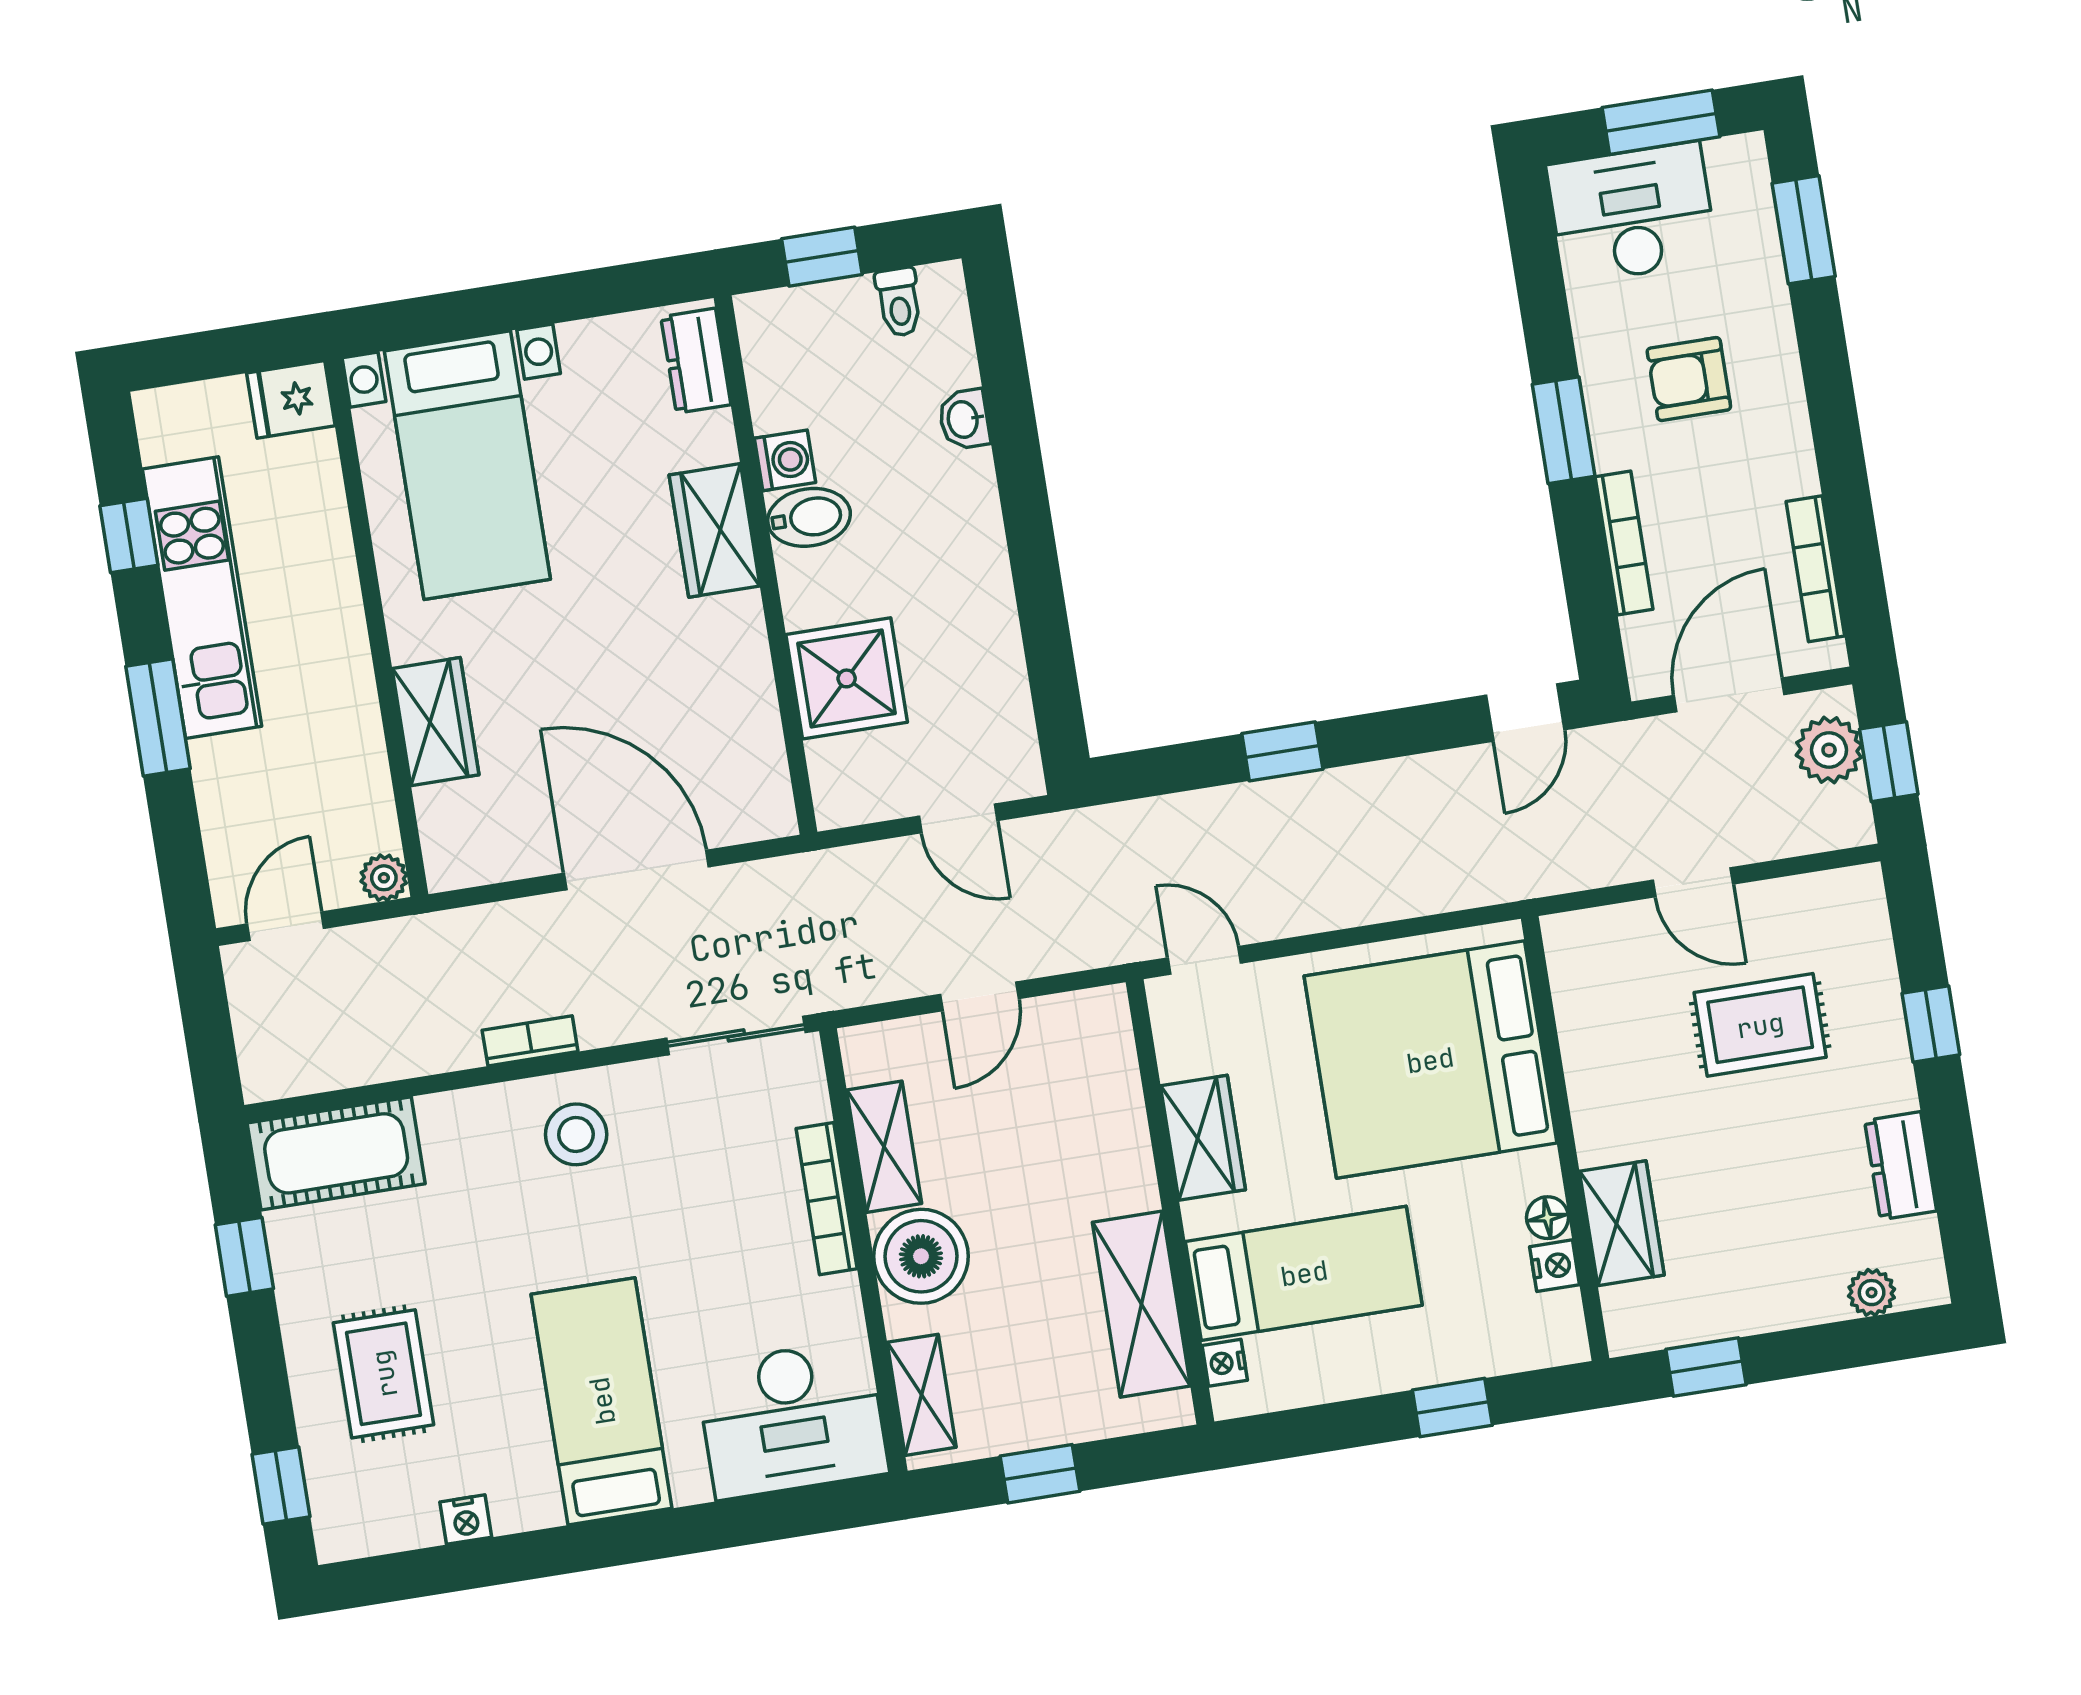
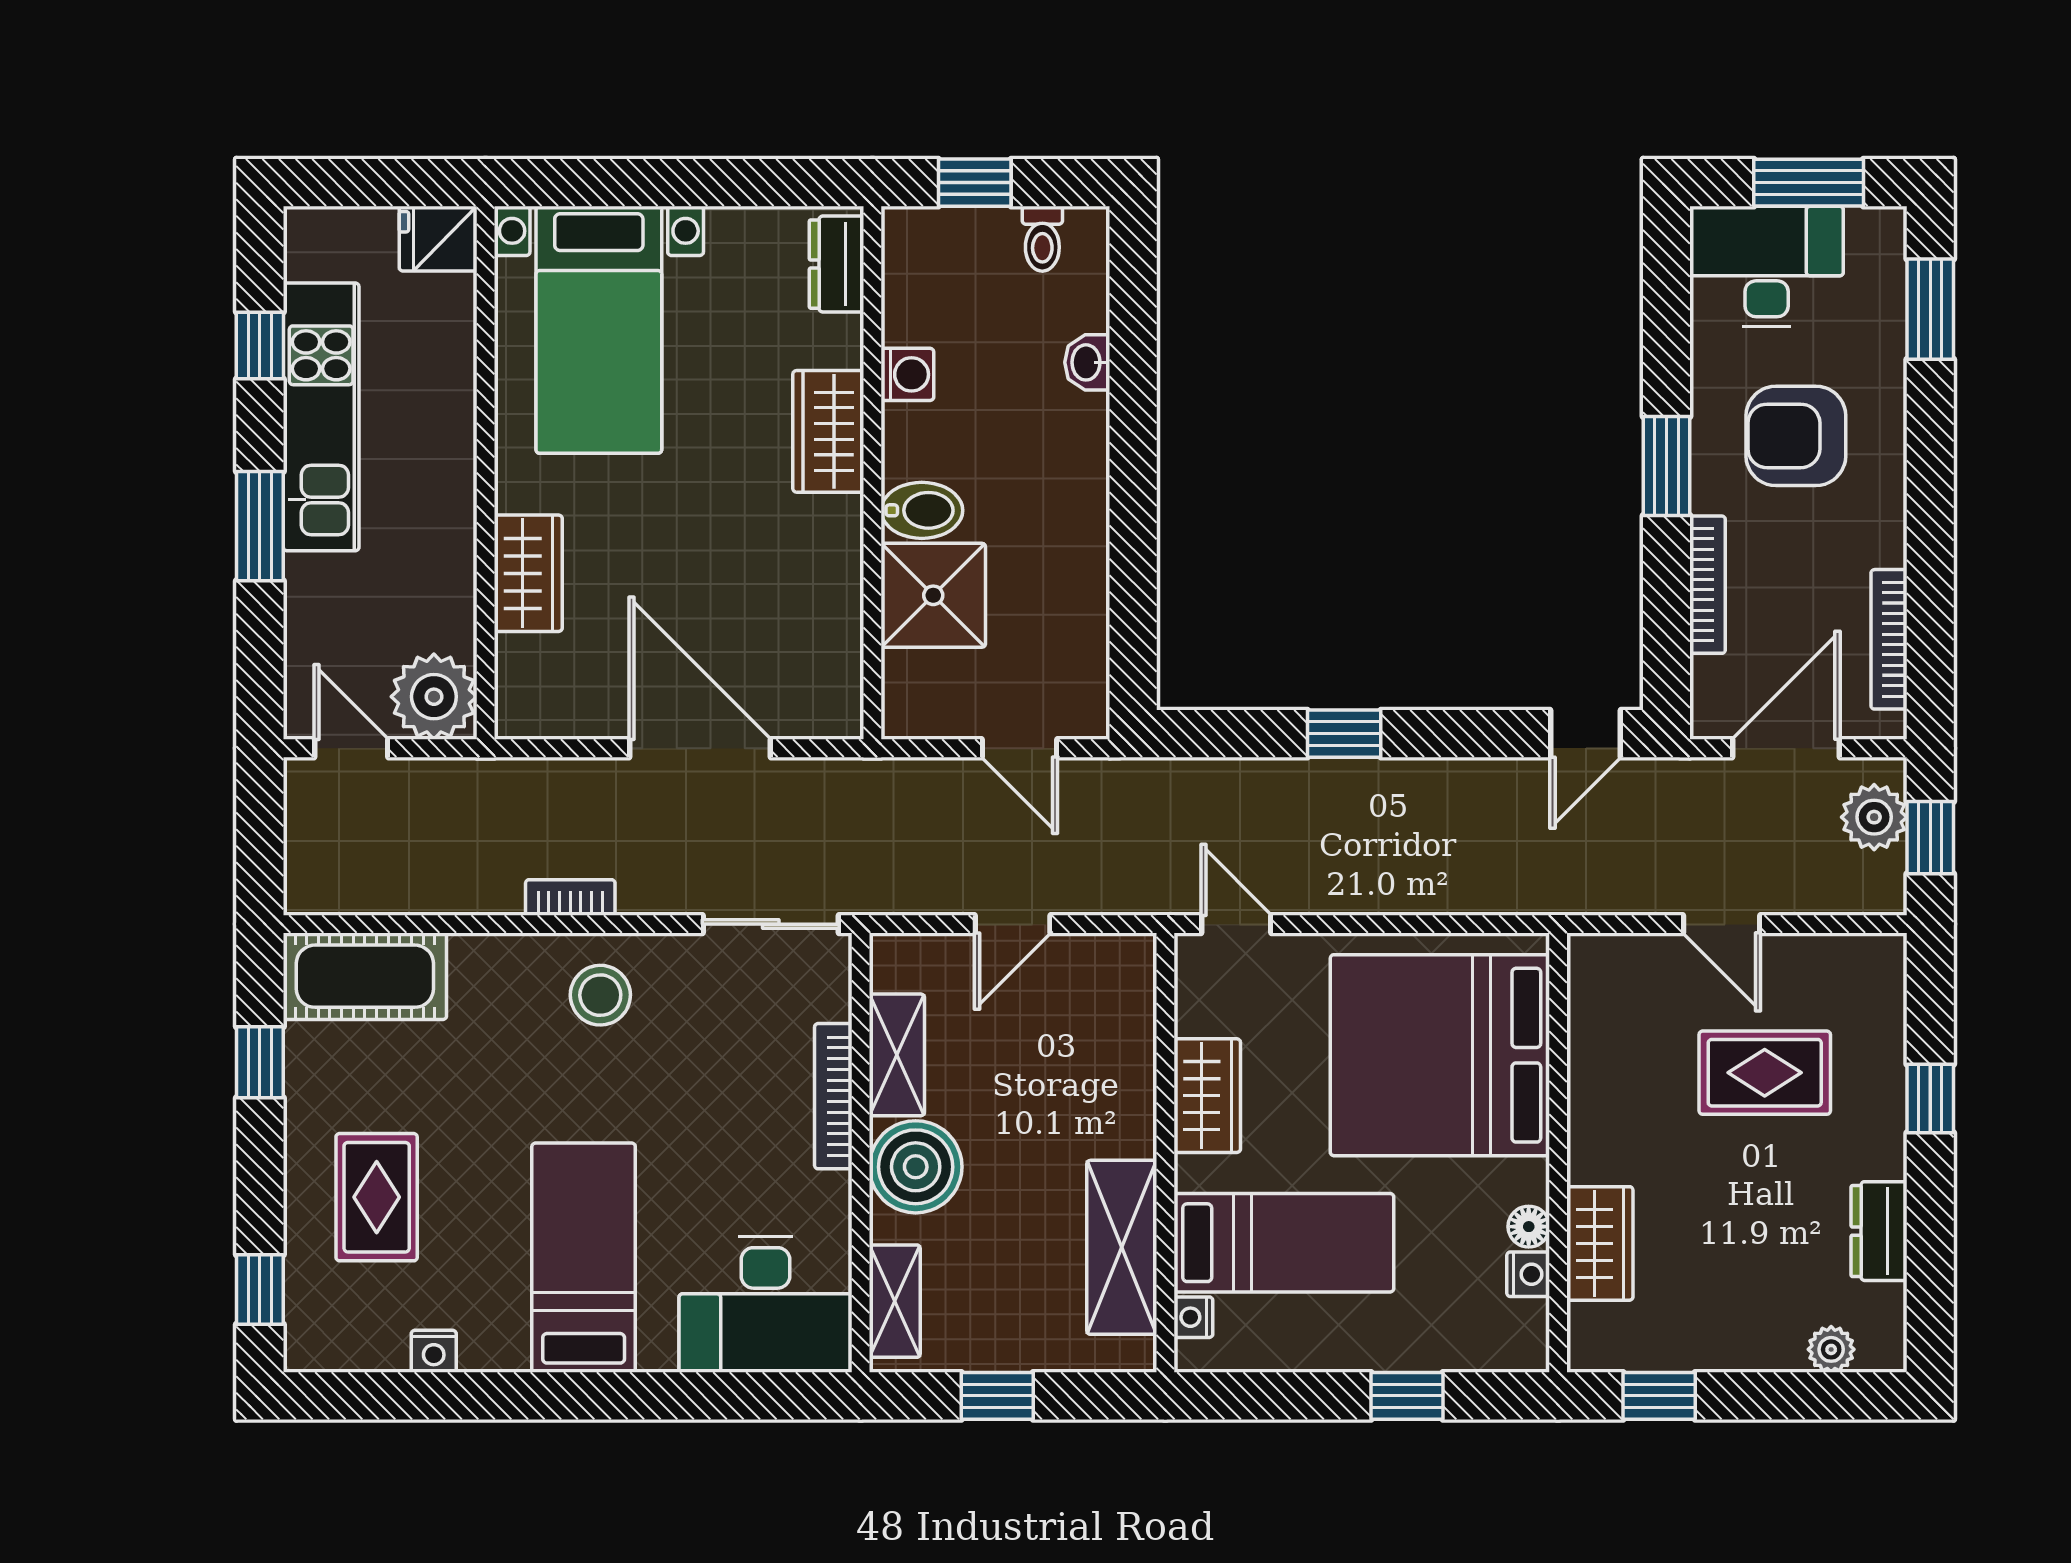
armchair: (1689, 379) -> (1796, 436), width x1.38, depth x1.38
bidet: (809, 517) -> (922, 510), moved
plant: (384, 878) -> (434, 697), width x1.88, depth x1.88
door: (286, 926) -> (351, 748), hinge flipped

